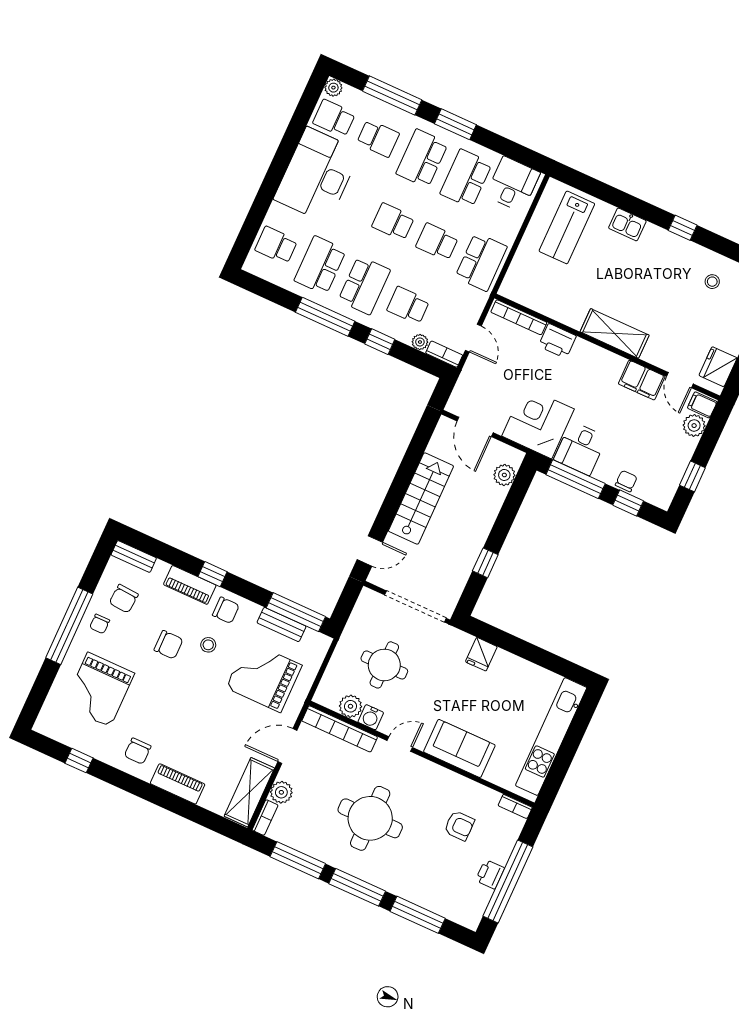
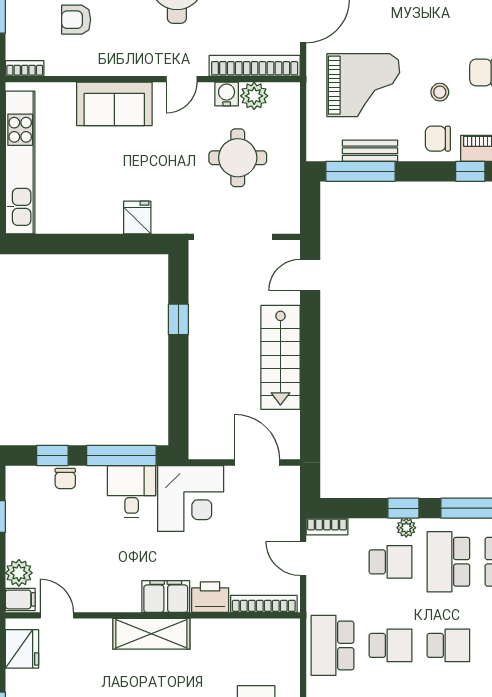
plant: (420, 342) -> (406, 528), moved
filing cabinet: (642, 380) -> (166, 596), moved
plant: (504, 475) -> (201, 425), removed

